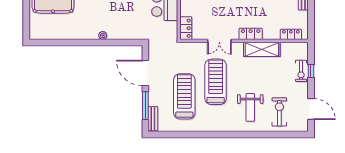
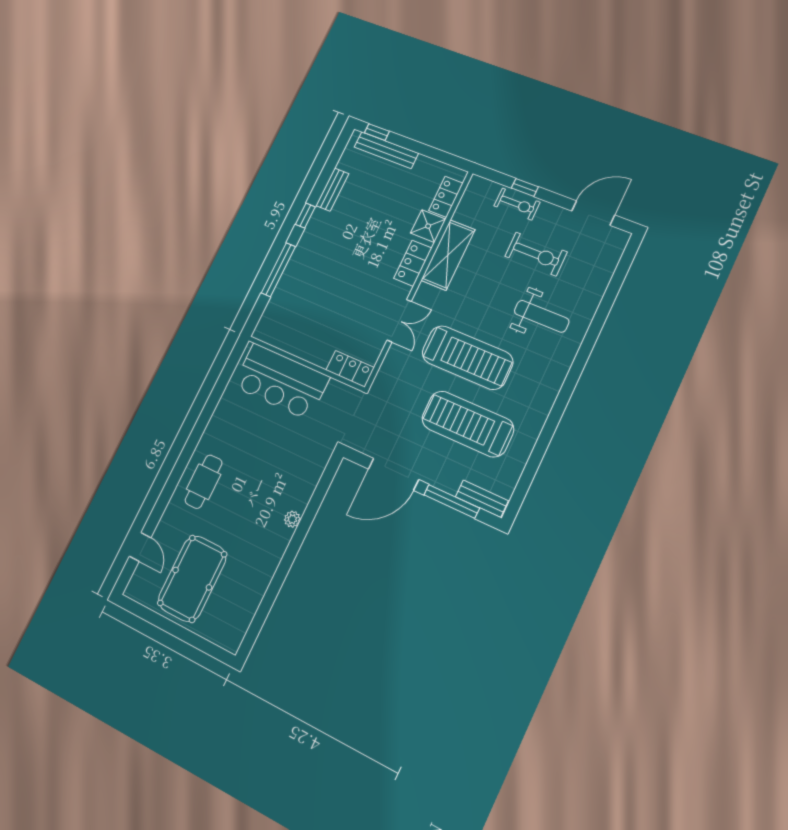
shower: (272, 33) -> (428, 226), added
treadmill: (216, 82) -> (467, 358), turned 180
exercise bike: (279, 112) -> (536, 254), moved, turned 180

